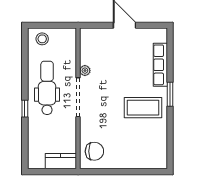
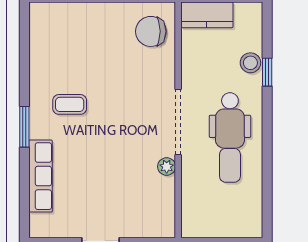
stool: (42, 39) -> (250, 63), moved
coffee table: (143, 108) -> (70, 104), width x0.54, depth x0.58
window: (25, 109) -> (267, 72), moved

